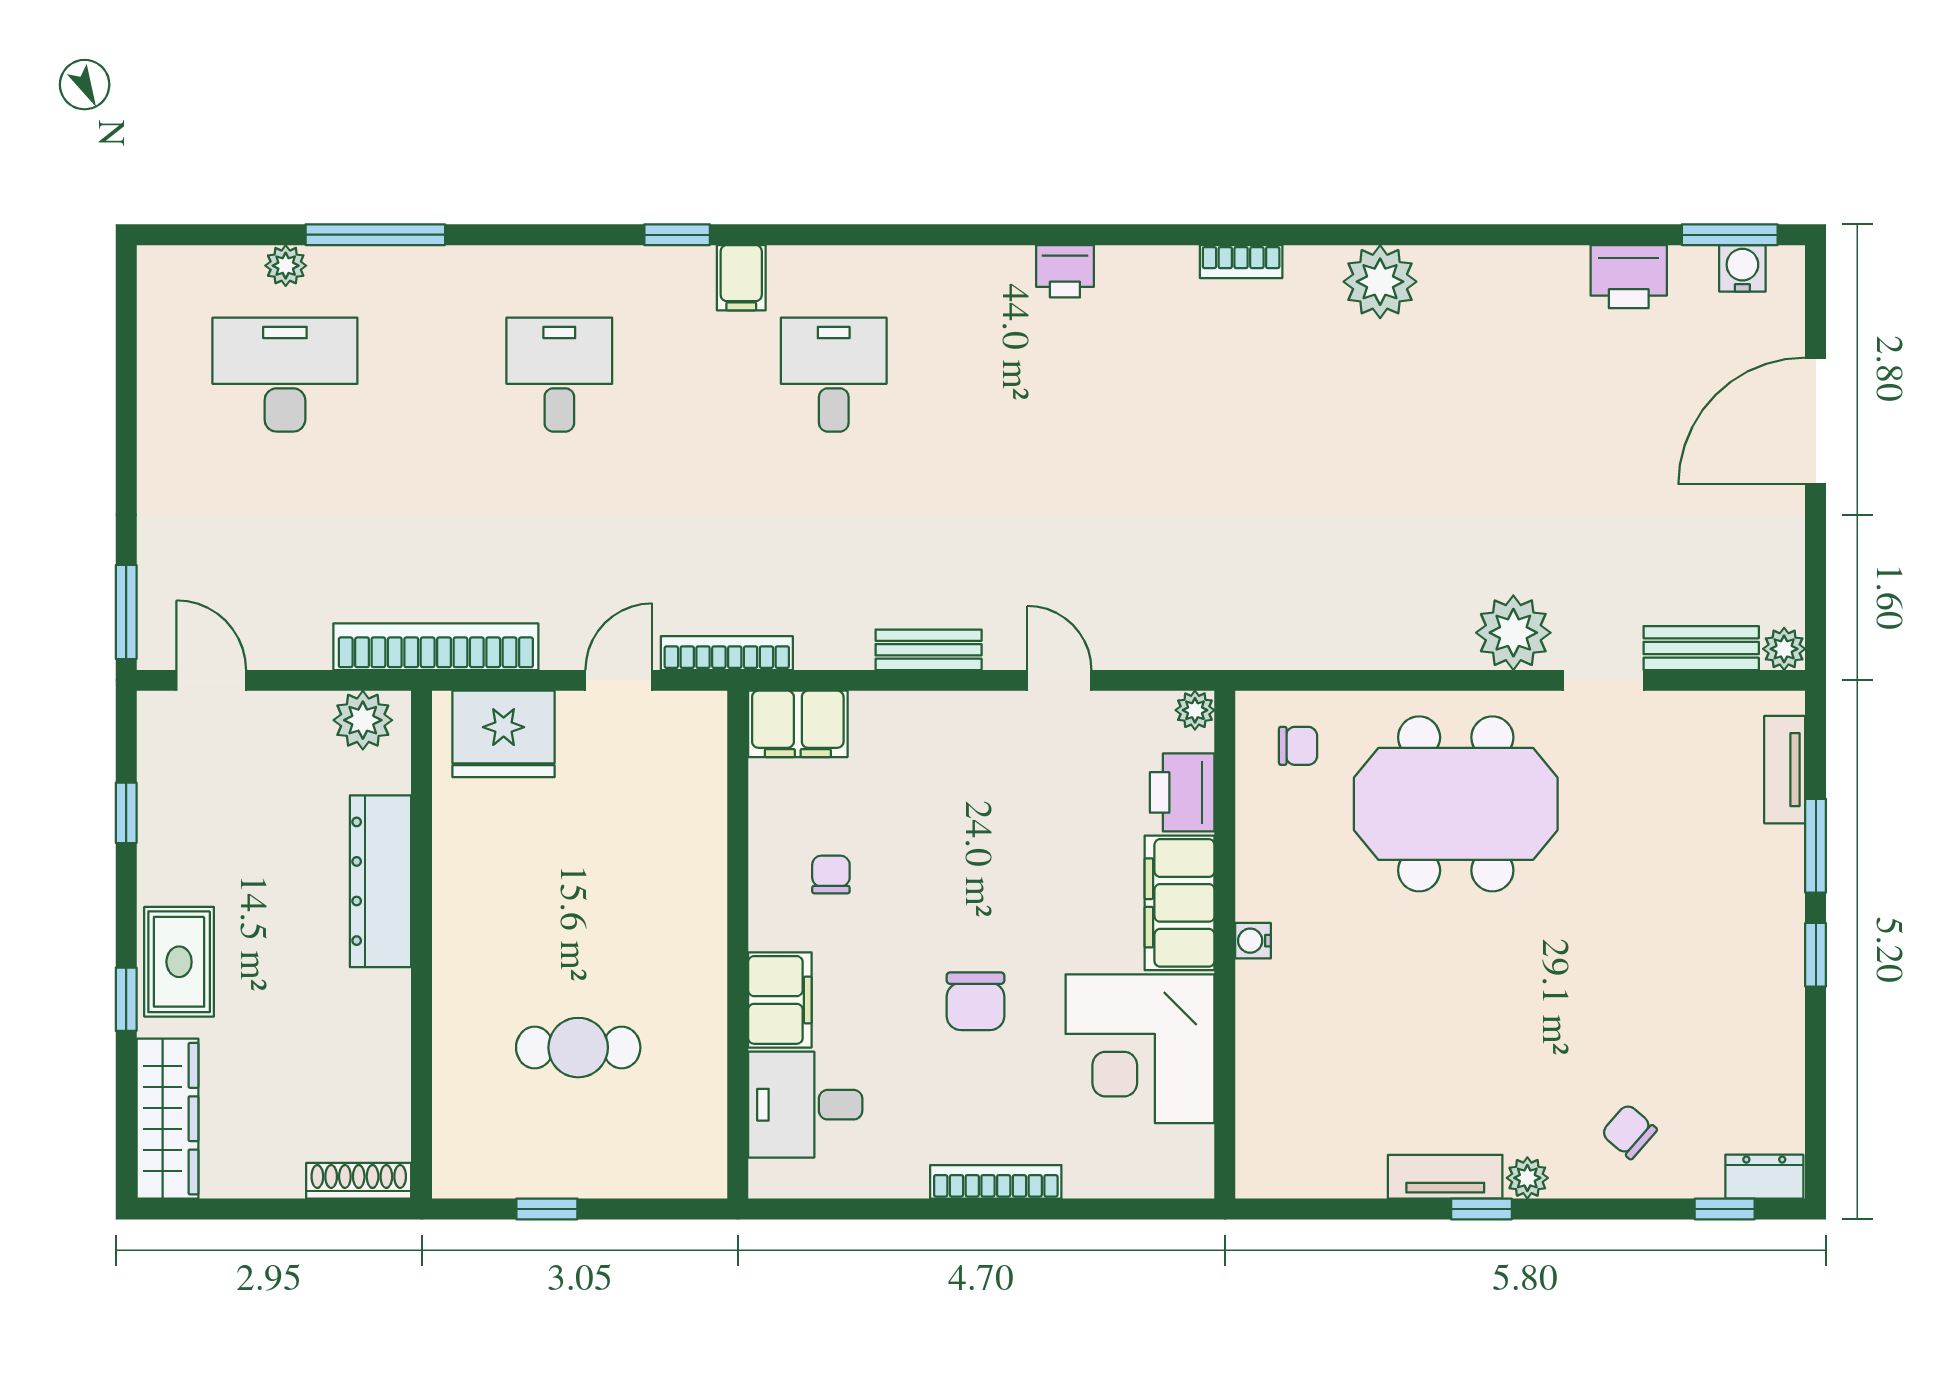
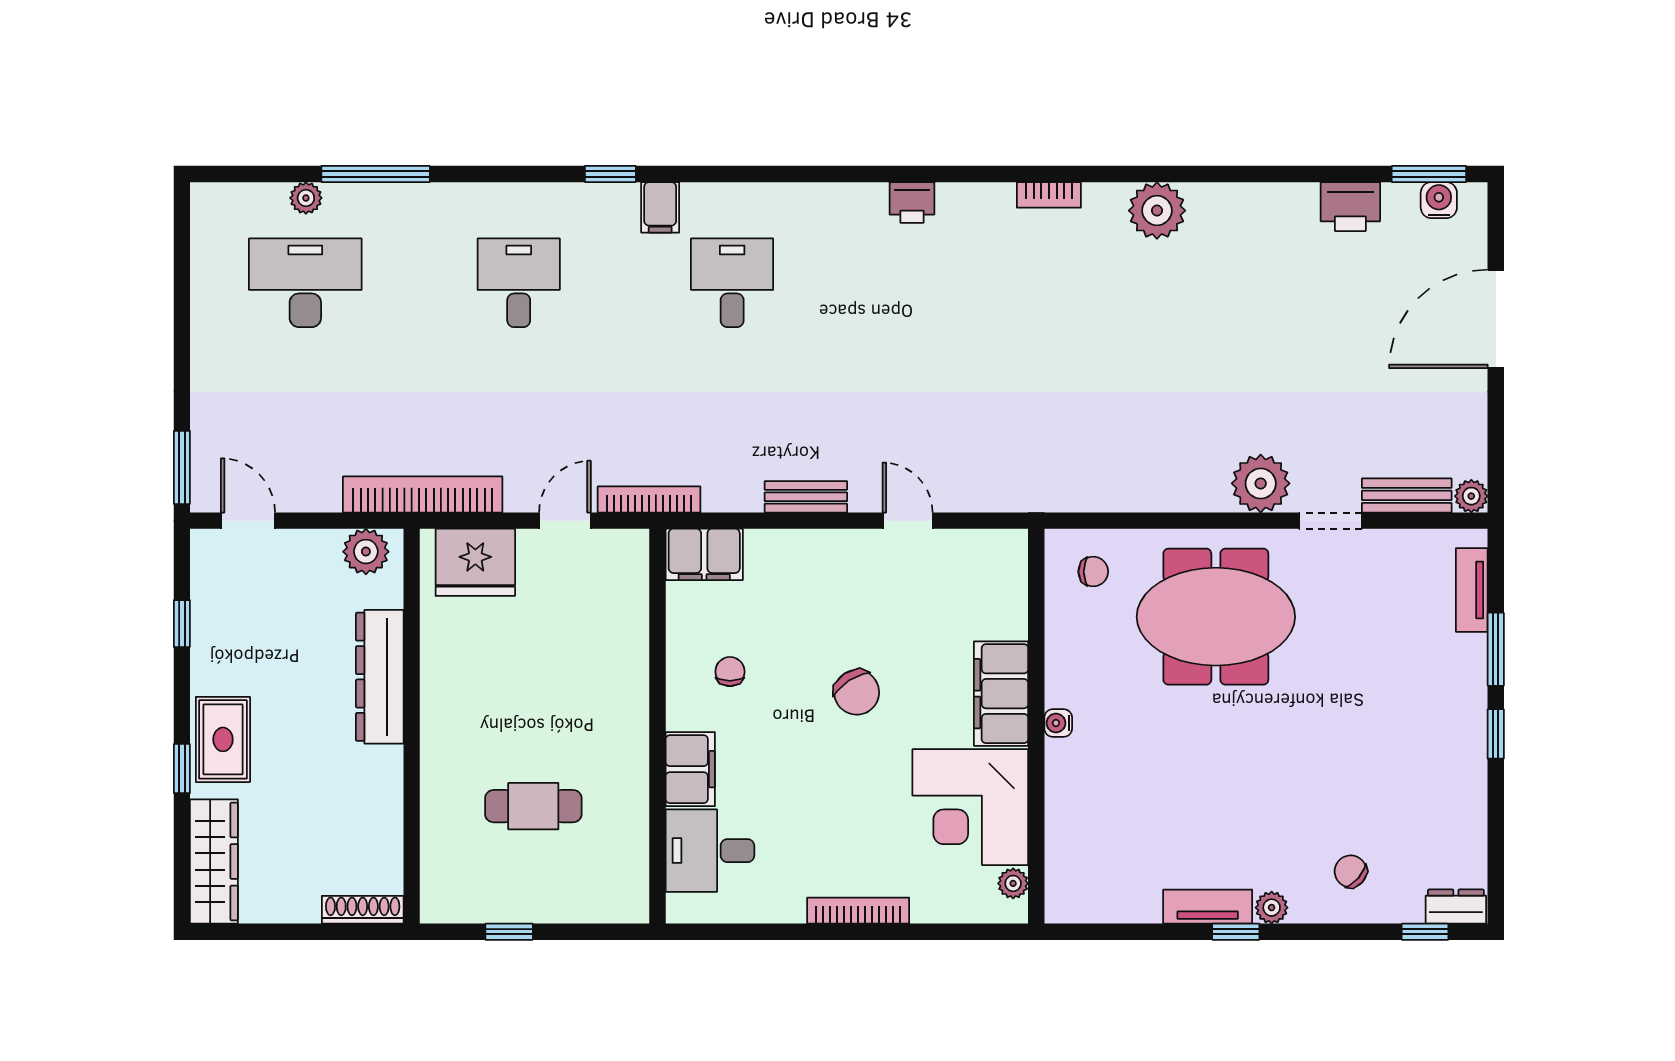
plant: (1195, 710) -> (1013, 883), moved
printer: (1182, 792) -> (1003, 608), removed
chair: (975, 1001) -> (857, 692), moved, turned -33

